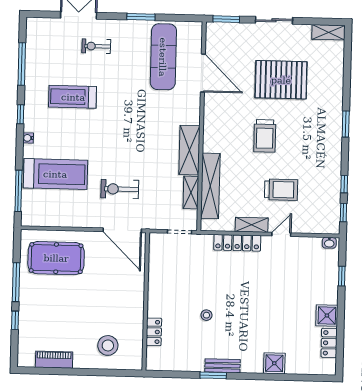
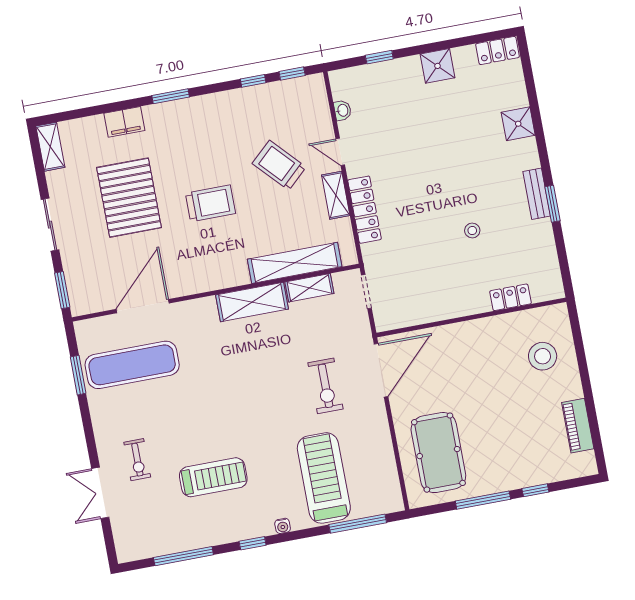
window: (141, 17) -> (78, 375), moved
filing cabinet: (335, 88) -> (124, 122), added
treadmill: (73, 97) -> (213, 477), turned -90
trolley: (281, 190) -> (279, 165), turned -43
washbasin: (329, 243) -> (342, 110), moved
locker: (329, 343) -> (497, 51), moved

